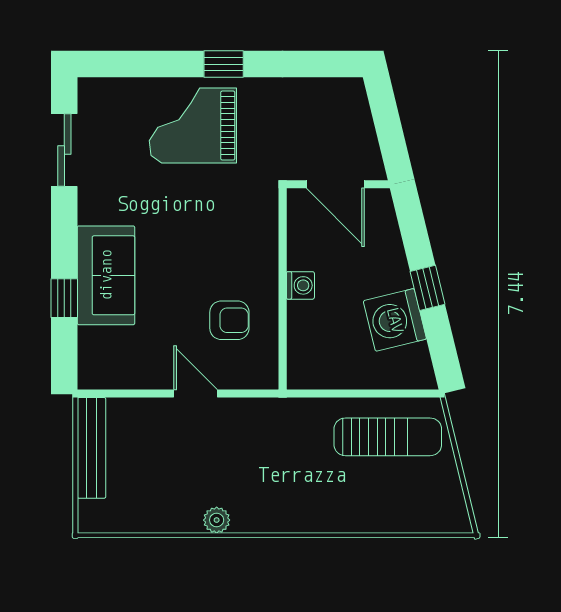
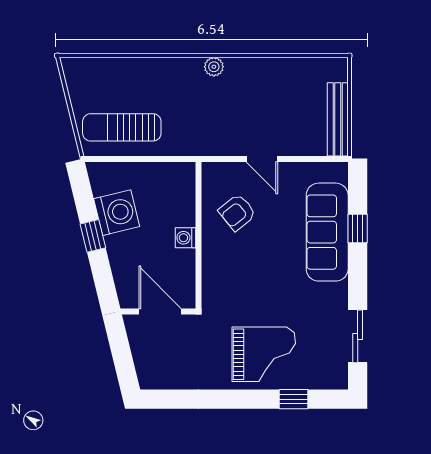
window: (224, 64) -> (293, 399), moved
sofa: (106, 275) -> (327, 232), width x1.36
armchair: (229, 320) -> (237, 212), turned -39
plant: (217, 520) -> (214, 67), moved

